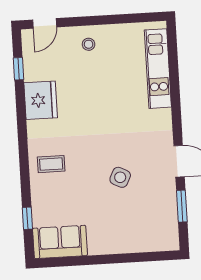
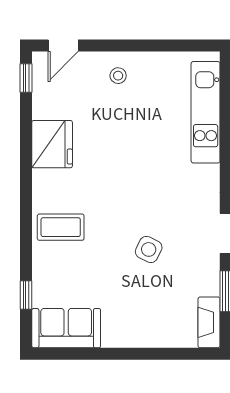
window: (19, 69) -> (26, 78), moved
coffee table: (51, 164) -> (61, 227), width x1.36, depth x1.30
fireplace: (170, 231) -> (209, 322), added

